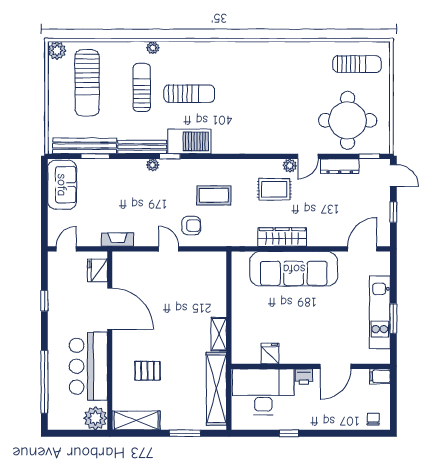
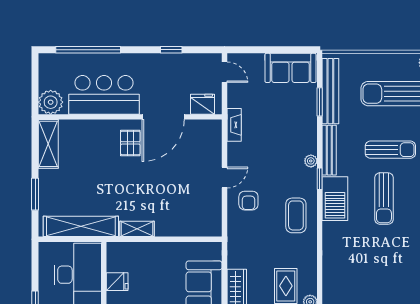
coffee table: (214, 195) -> (296, 215), moved
pallet: (148, 371) -> (130, 143), moved

